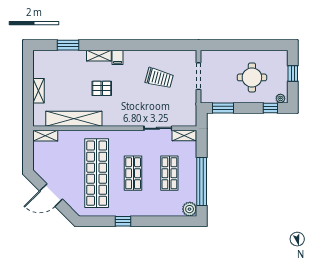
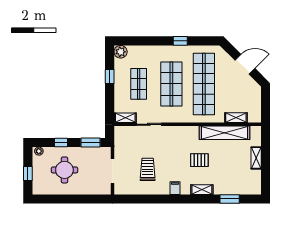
filing cabinet: (118, 57) -> (175, 188), moved
trolley: (159, 78) -> (148, 169), turned 75
window: (270, 108) -> (61, 143), moved
shelving: (45, 136) -> (236, 118), moved
shop shelf: (133, 173) -> (171, 84), width x1.43, depth x1.36
window: (202, 182) -> (110, 76), width x0.32

